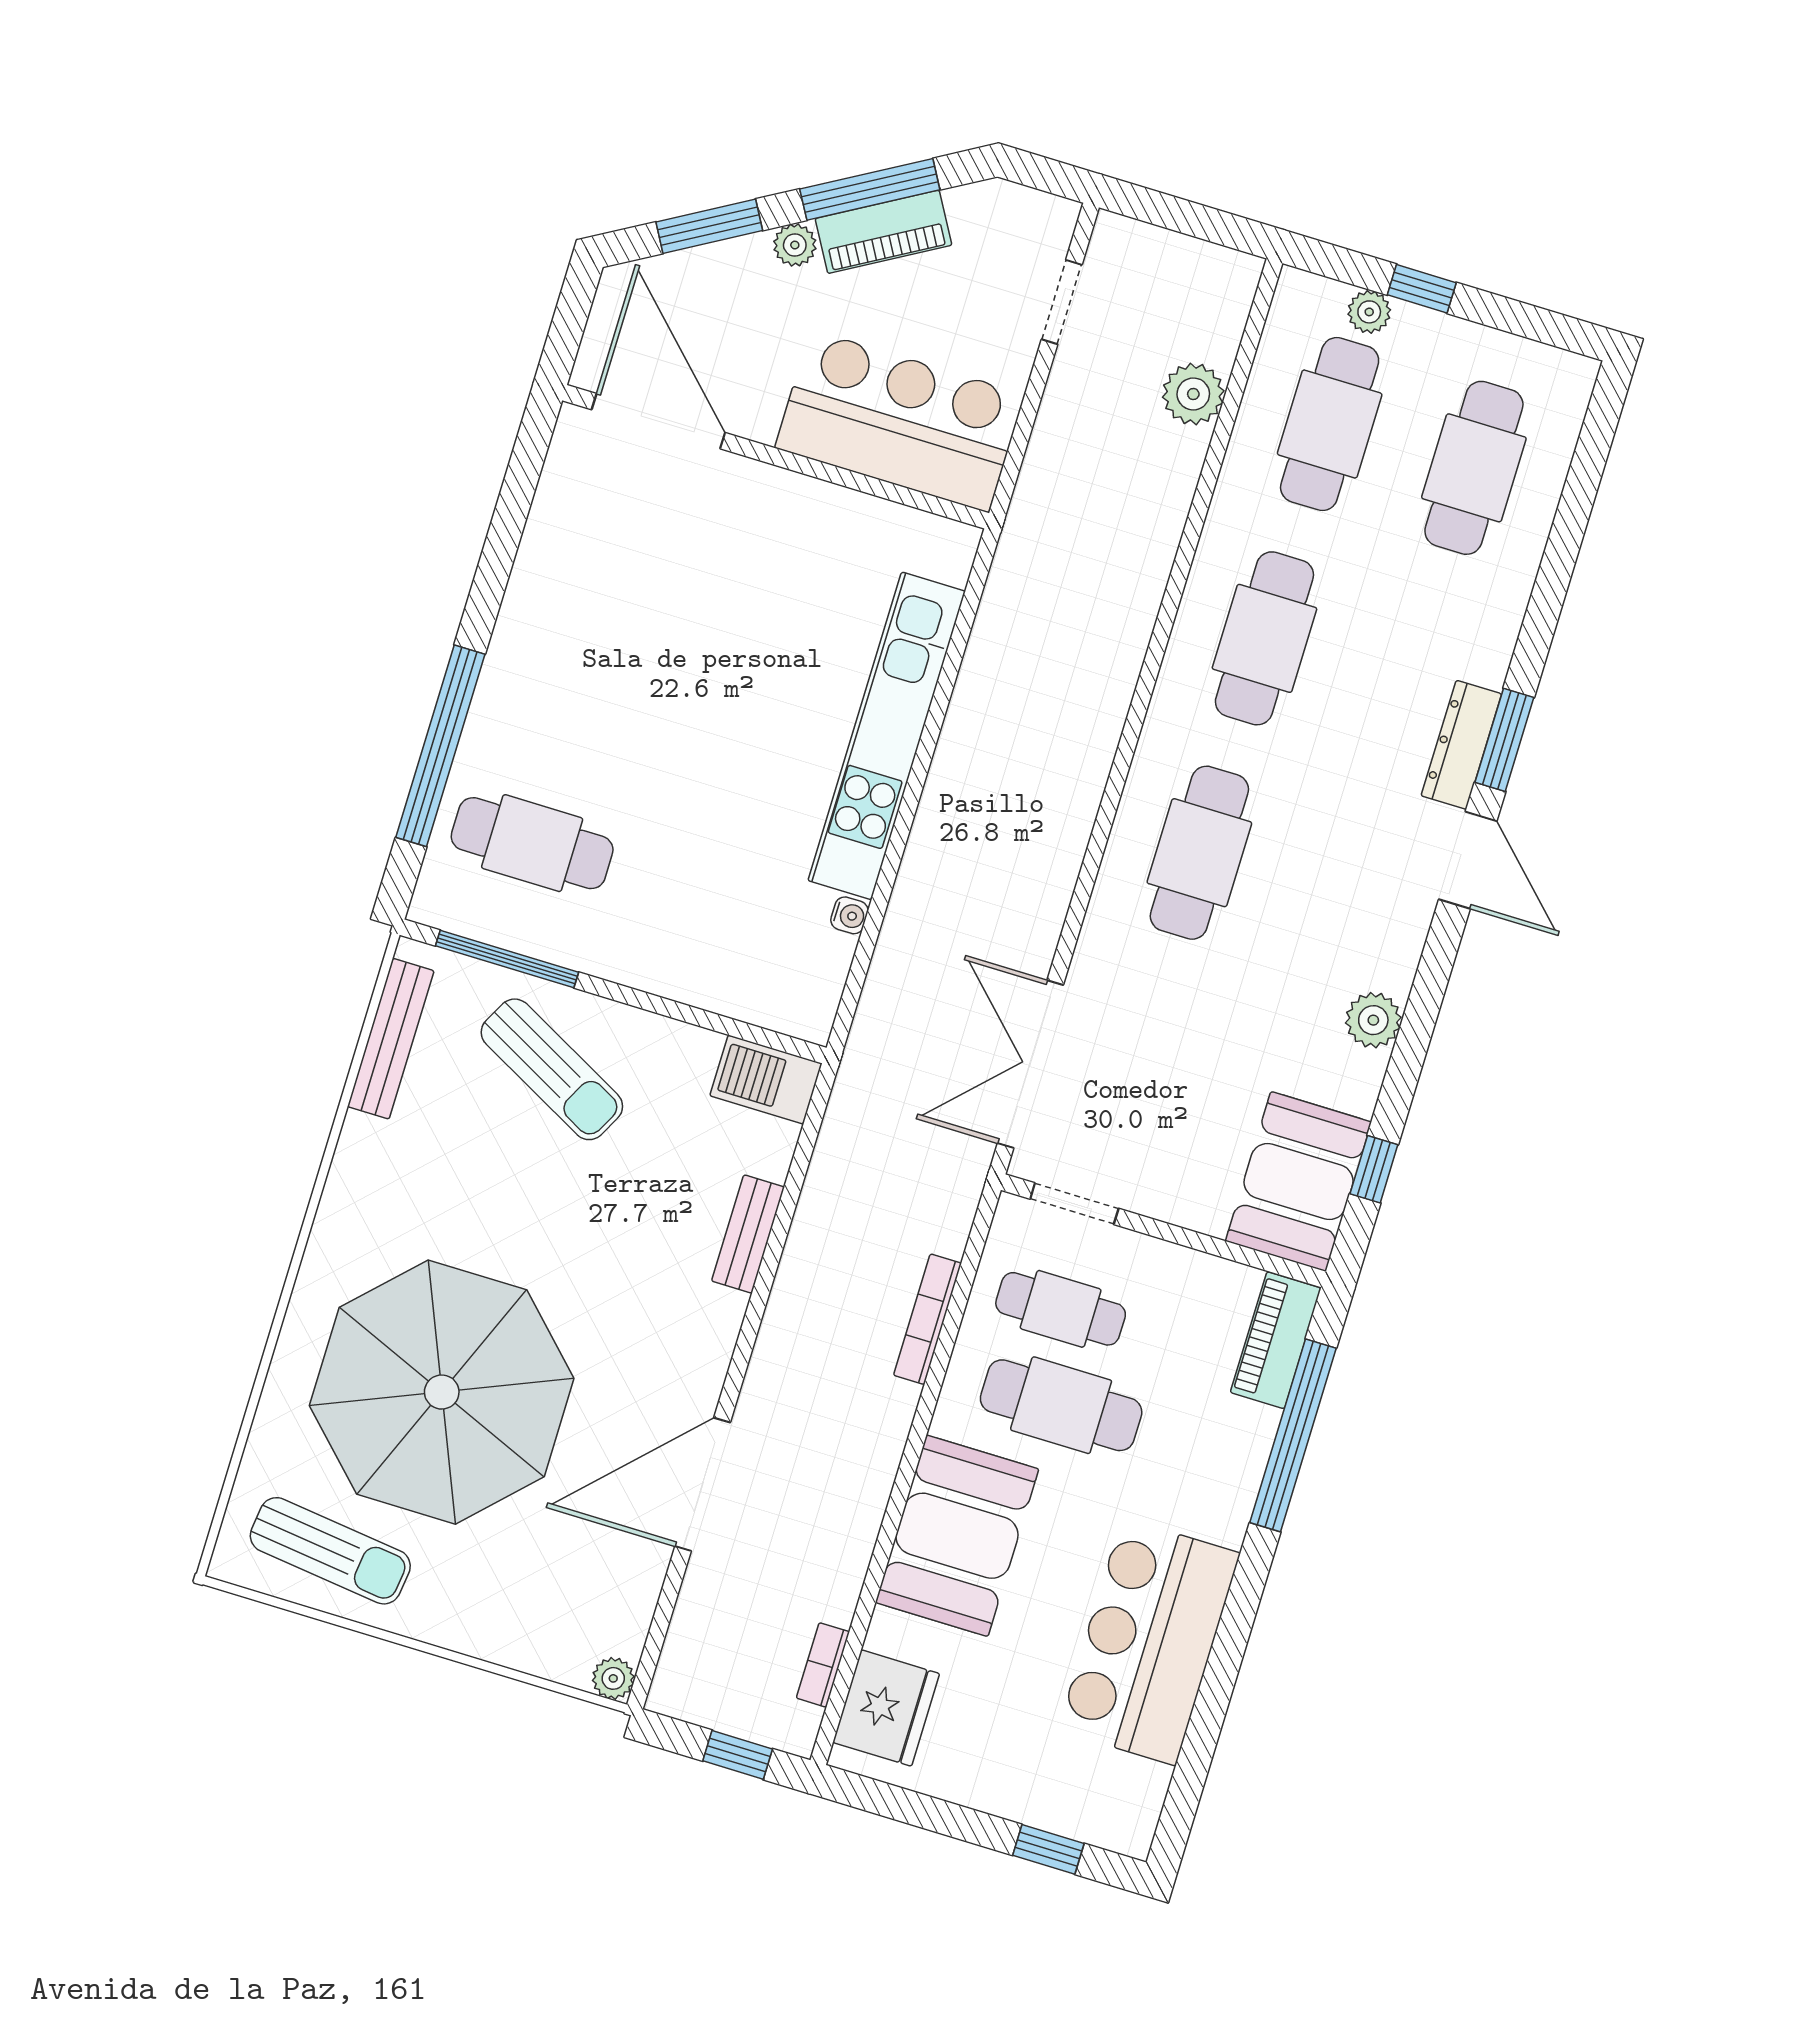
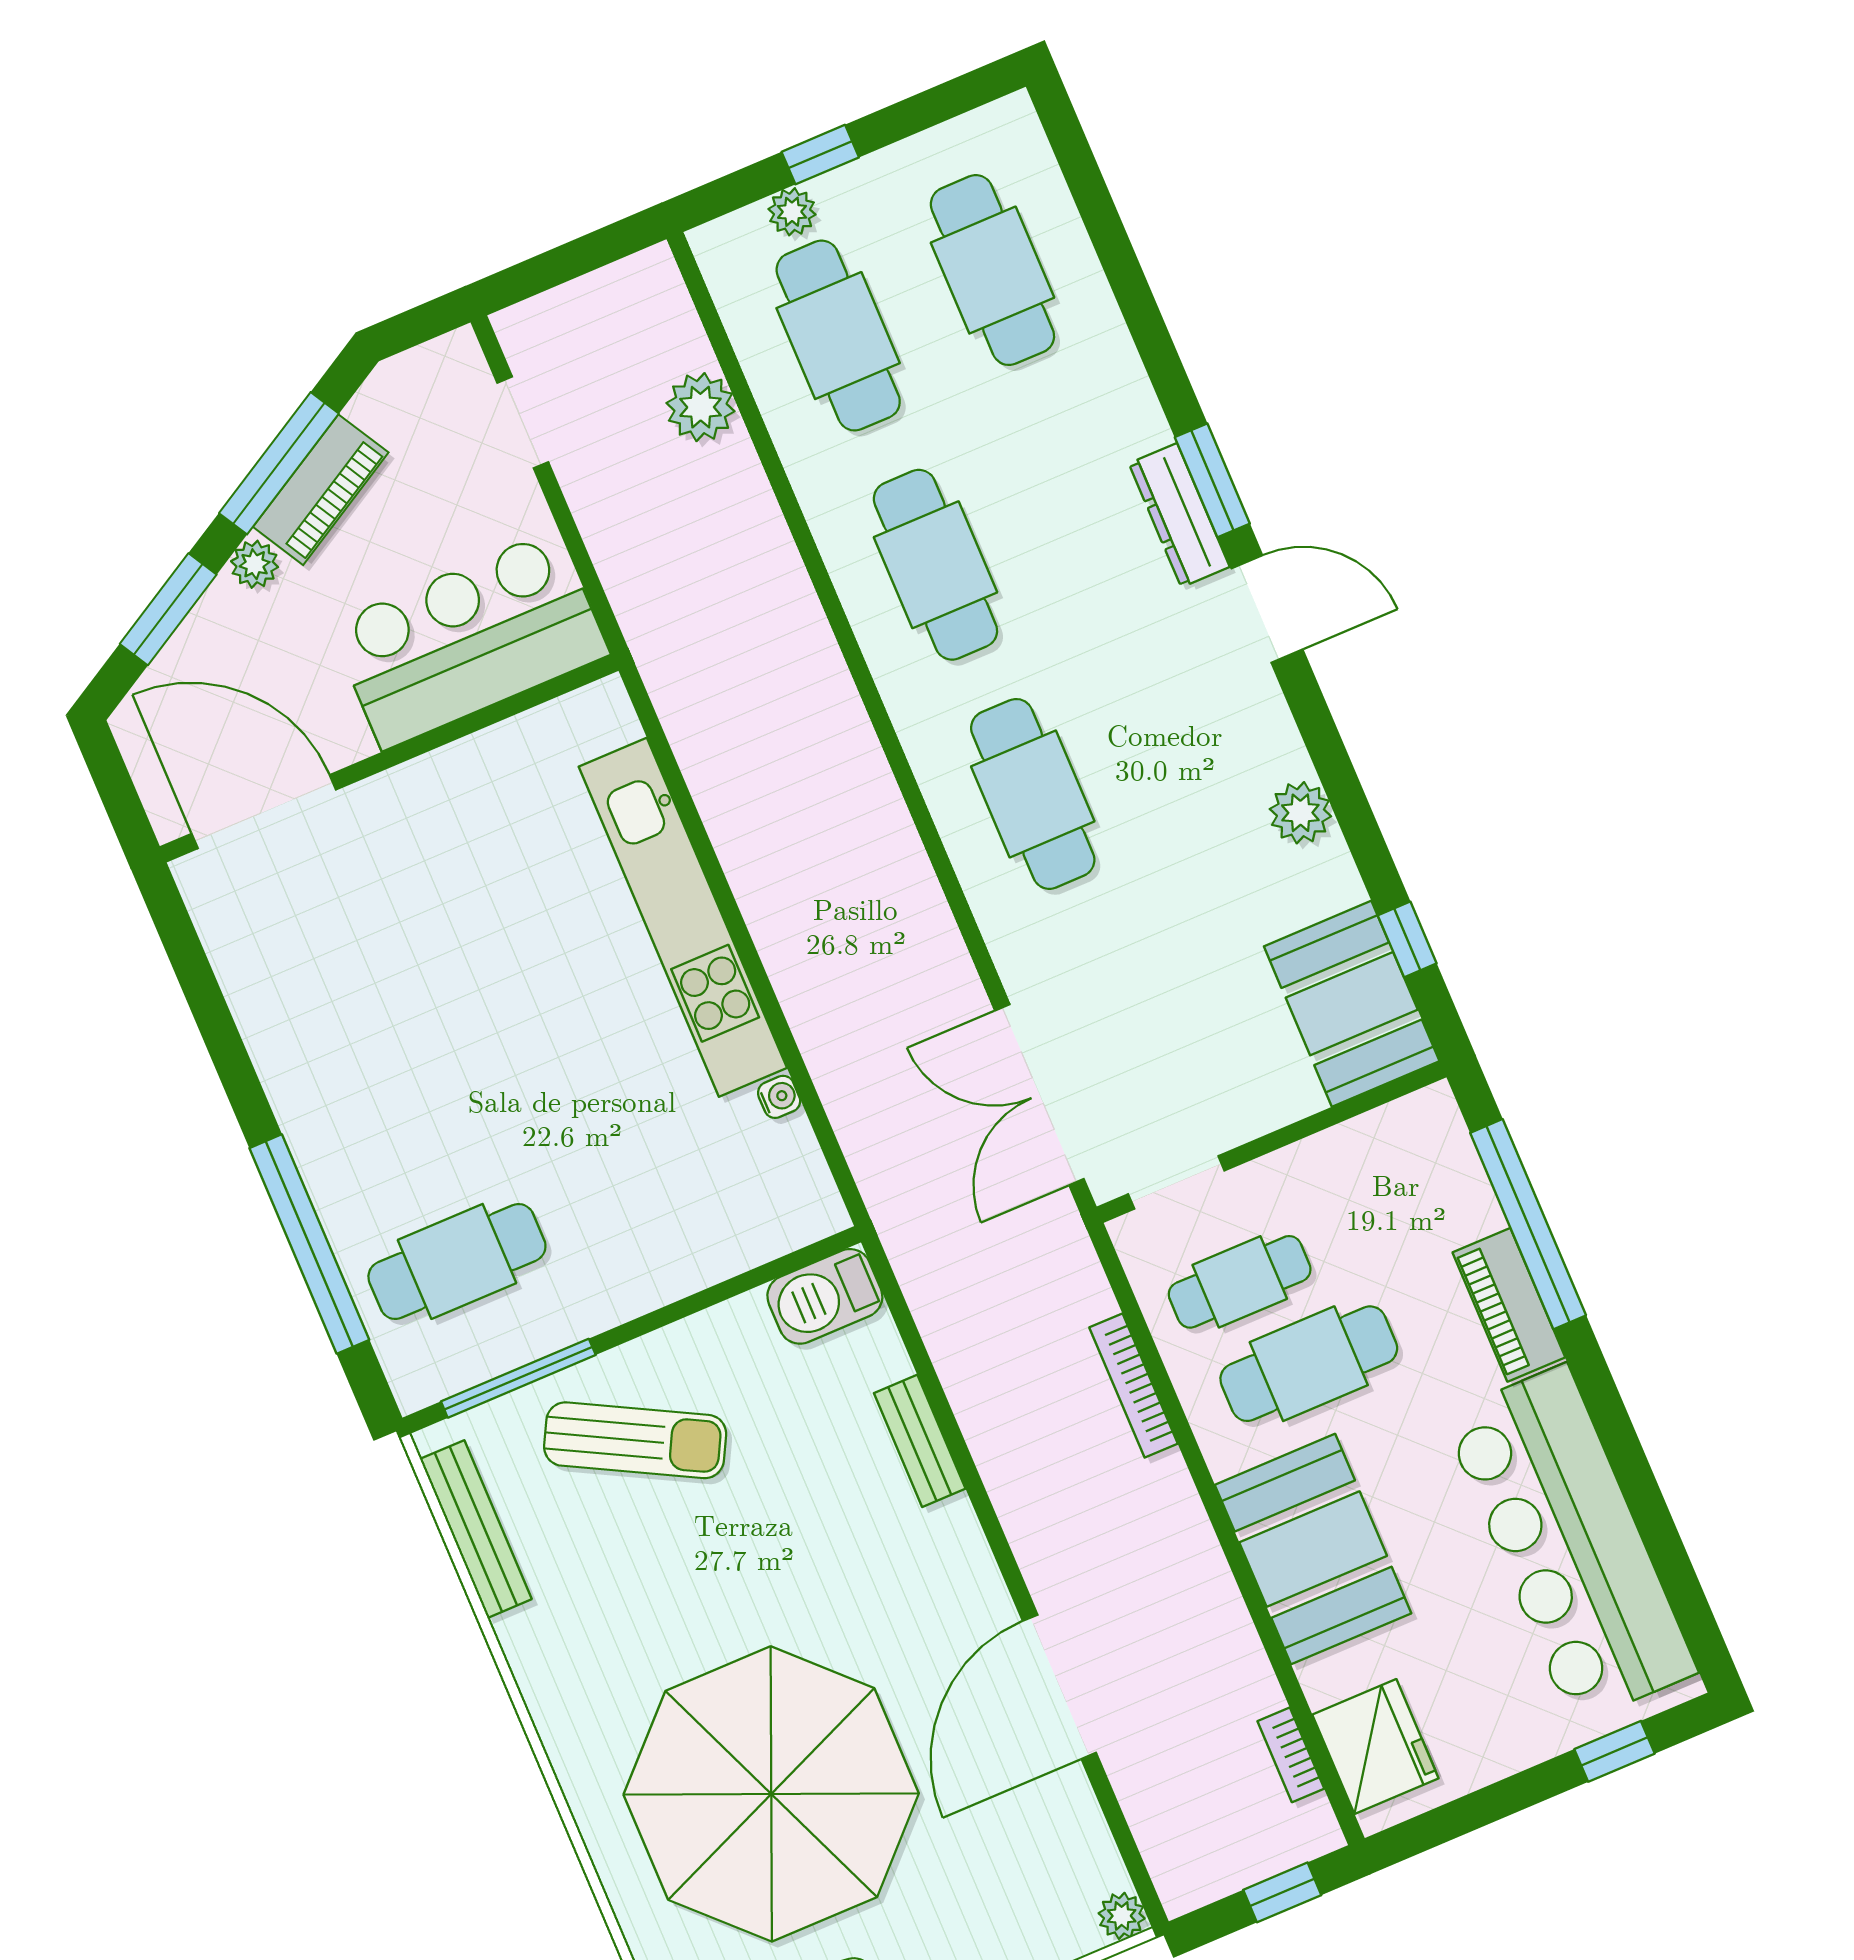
piano: (1276, 1340) -> (1509, 1305), moved
bar counter: (1149, 1642) -> (1570, 1544), width x1.36

